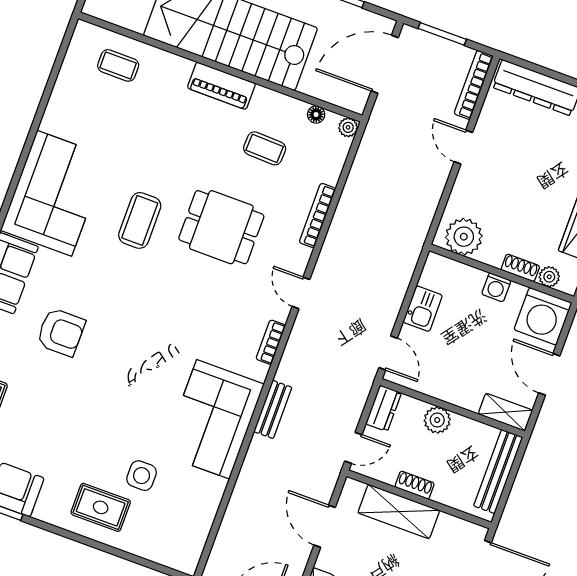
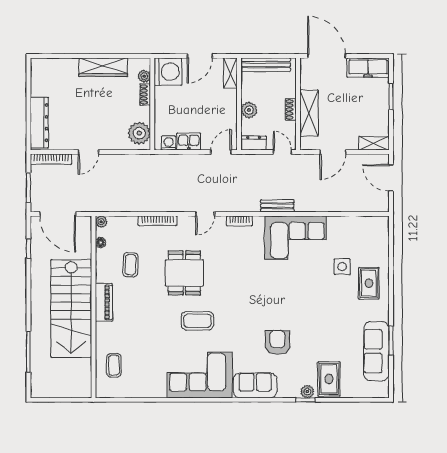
washing machine: (496, 287) -> (169, 143), moved, turned -90

